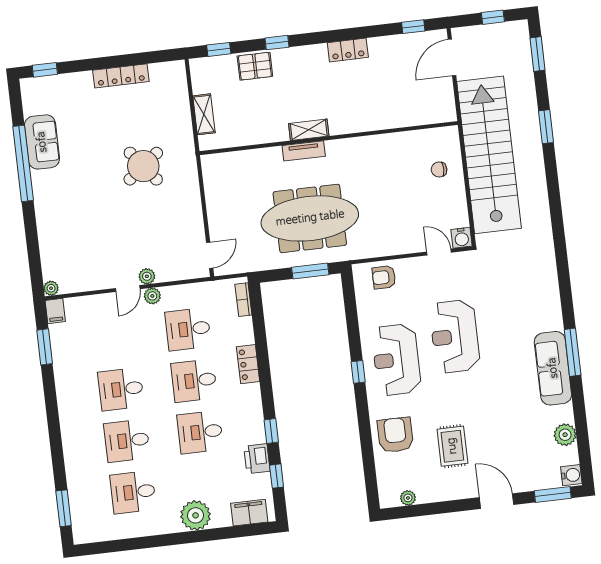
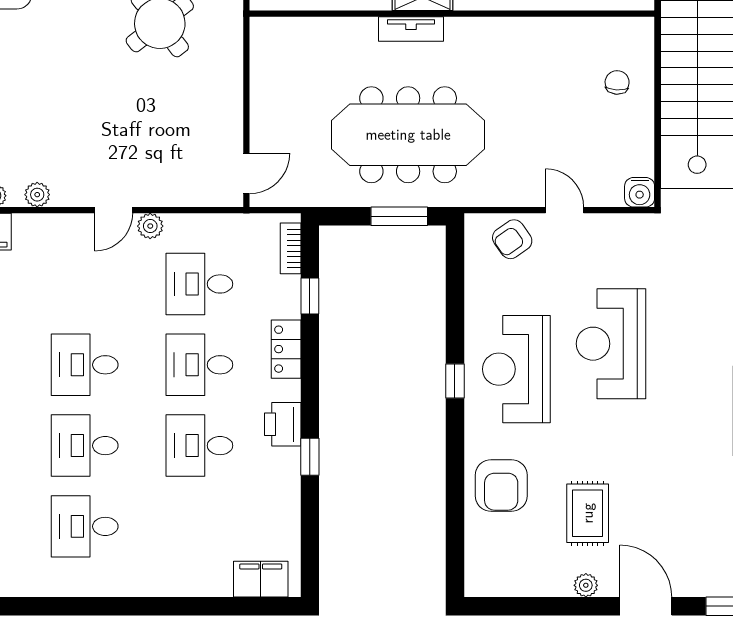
chair: (439, 169) -> (617, 82), turned 93
door: (439, 252) -> (565, 210), moved
plant: (147, 276) -> (37, 195), moved
armchair: (384, 277) -> (512, 239), turned -35
armchair: (395, 435) -> (501, 485), turned 180
printer: (257, 459) -> (283, 424), moved
window: (277, 476) -> (310, 296), moved
plant: (408, 498) -> (586, 585), moved
plant: (196, 515) -> (177, 574), removed

